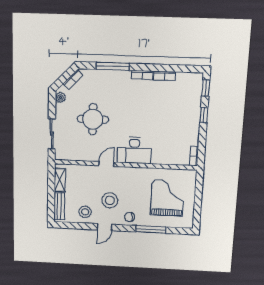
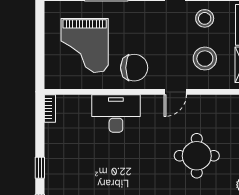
desk: (134, 150) -> (116, 113), moved
stool: (110, 200) -> (205, 59), moved
chair: (129, 217) -> (134, 68), moved, width x1.87, depth x1.87

